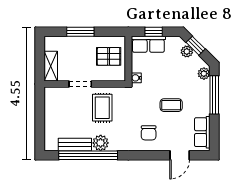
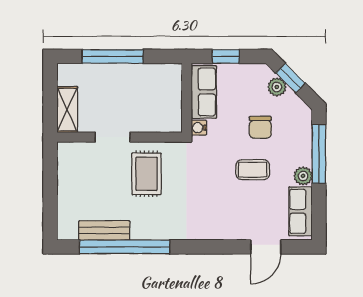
window: (80, 32) -> (113, 56), width x1.44
row of seats: (148, 44) -> (204, 92), moved, turned -90
pallet: (109, 56) -> (156, 95), removed
plant: (204, 74) -> (303, 176), moved
chair: (149, 133) -> (260, 127), moved
plant: (101, 143) -> (144, 228), removed

